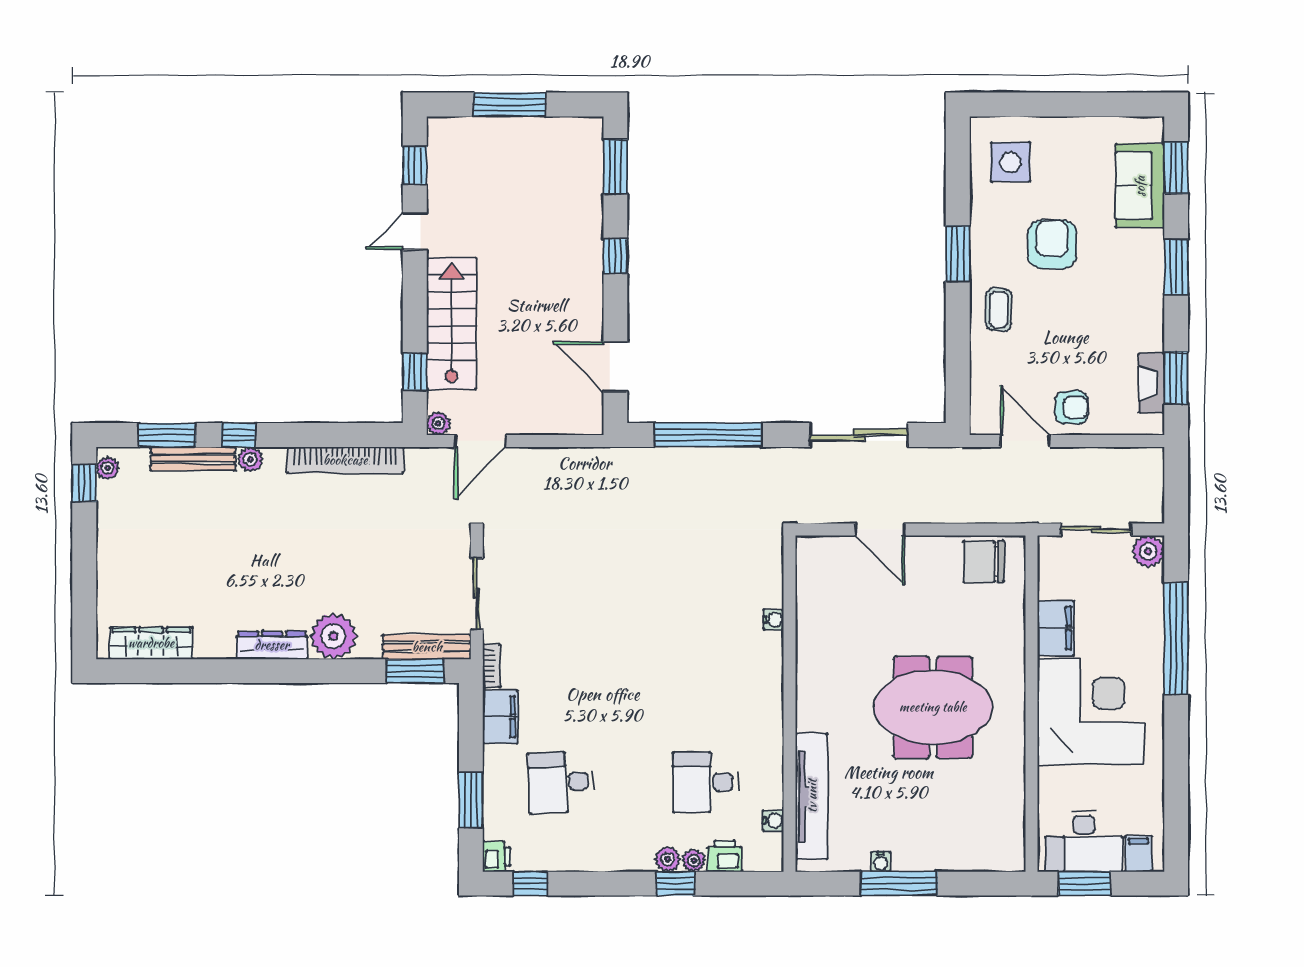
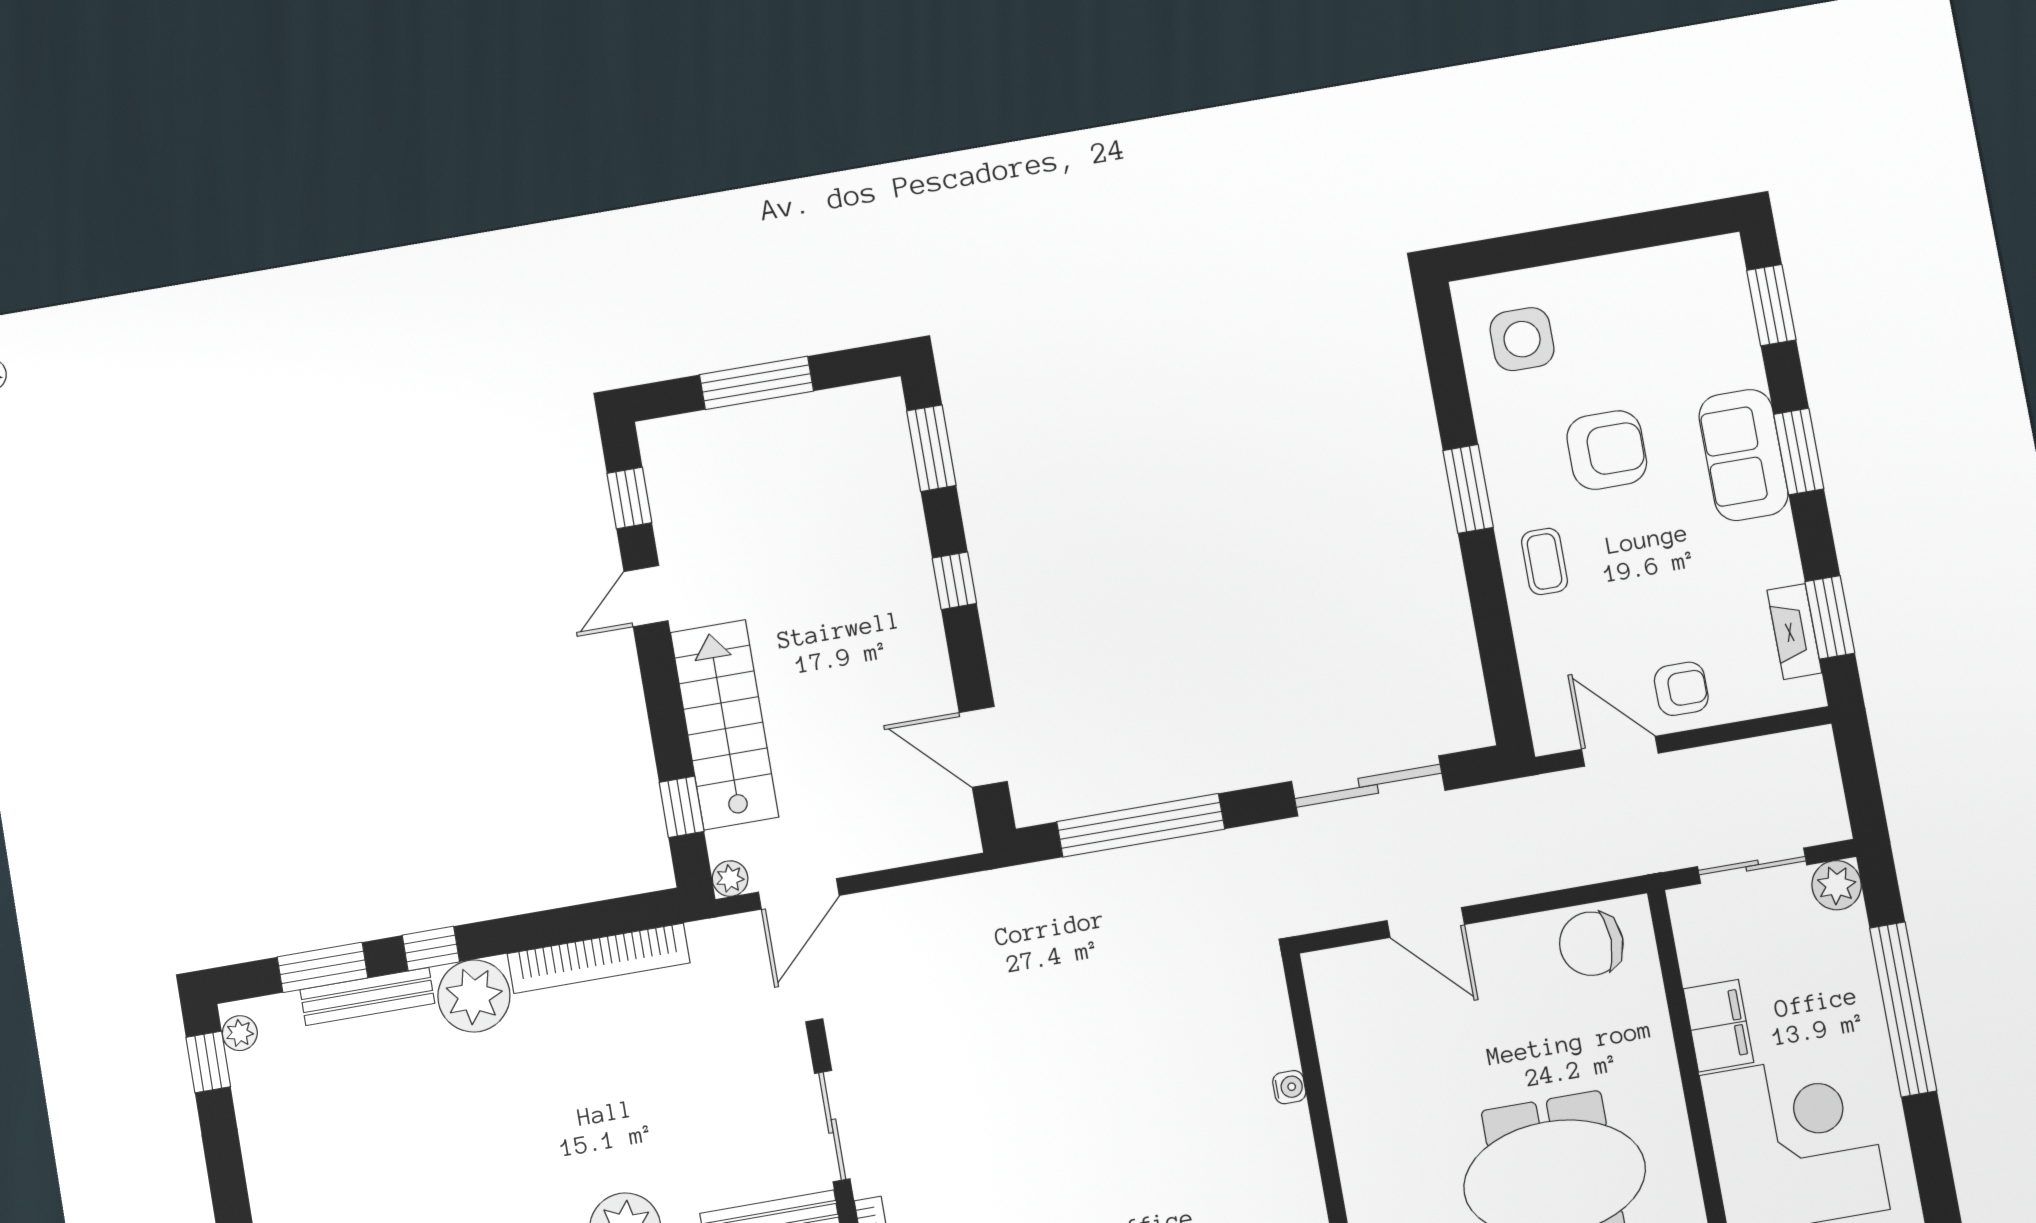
sofa: (1140, 186) -> (1744, 455), moved
armchair: (1052, 244) -> (1607, 450), turned 90
plant: (250, 459) -> (474, 996), width x1.88, depth x1.88

